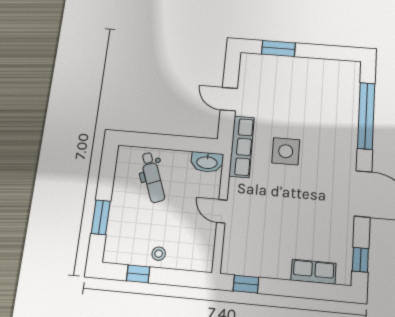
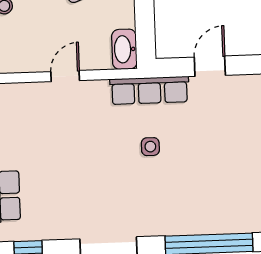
side table: (286, 151) -> (150, 147), width x0.54, depth x0.54

